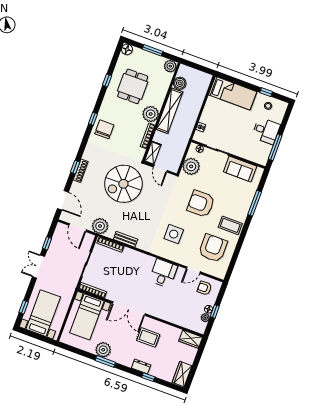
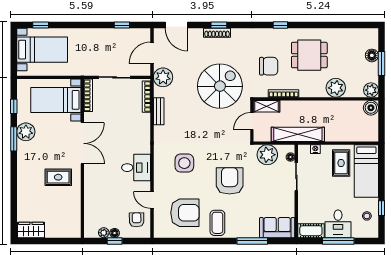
floor lamp: (127, 49) -> (372, 55), moved
window: (107, 80) -> (329, 25), removed
boiler: (180, 83) -> (371, 108), moved
dining table: (133, 86) -> (309, 55), moved
shelving: (170, 111) -> (298, 134), moved
rug: (219, 111) -> (341, 163), added
plant: (151, 114) -> (336, 88), moved
chair: (104, 129) -> (269, 66), moved
window: (275, 147) -> (338, 241), moved
cot: (263, 154) -> (311, 231), added
sofa: (240, 169) -> (277, 228), moved, turned 90
spiral stairs: (123, 184) -> (220, 86), turned 90
door: (63, 200) -> (177, 25), hinge flipped
double door: (38, 267) -> (92, 25), removed
double door: (129, 309) -> (82, 143), swing flipped
rug: (148, 337) -> (58, 177), turned 90
wardrobe: (191, 339) -> (74, 225), removed
dresser: (141, 366) -> (23, 181), removed
window: (148, 377) -> (14, 106), moved

